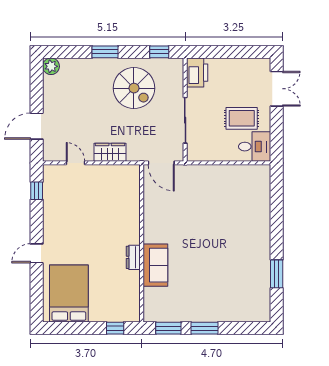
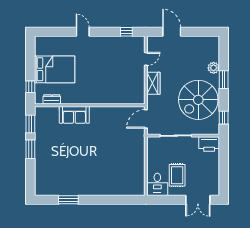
plant: (51, 66) -> (214, 68), moved
spiral stairs: (134, 88) -> (198, 100), width x1.37, depth x1.37
dresser: (133, 257) -> (52, 99), moved
bed: (69, 293) -> (55, 69), moved

